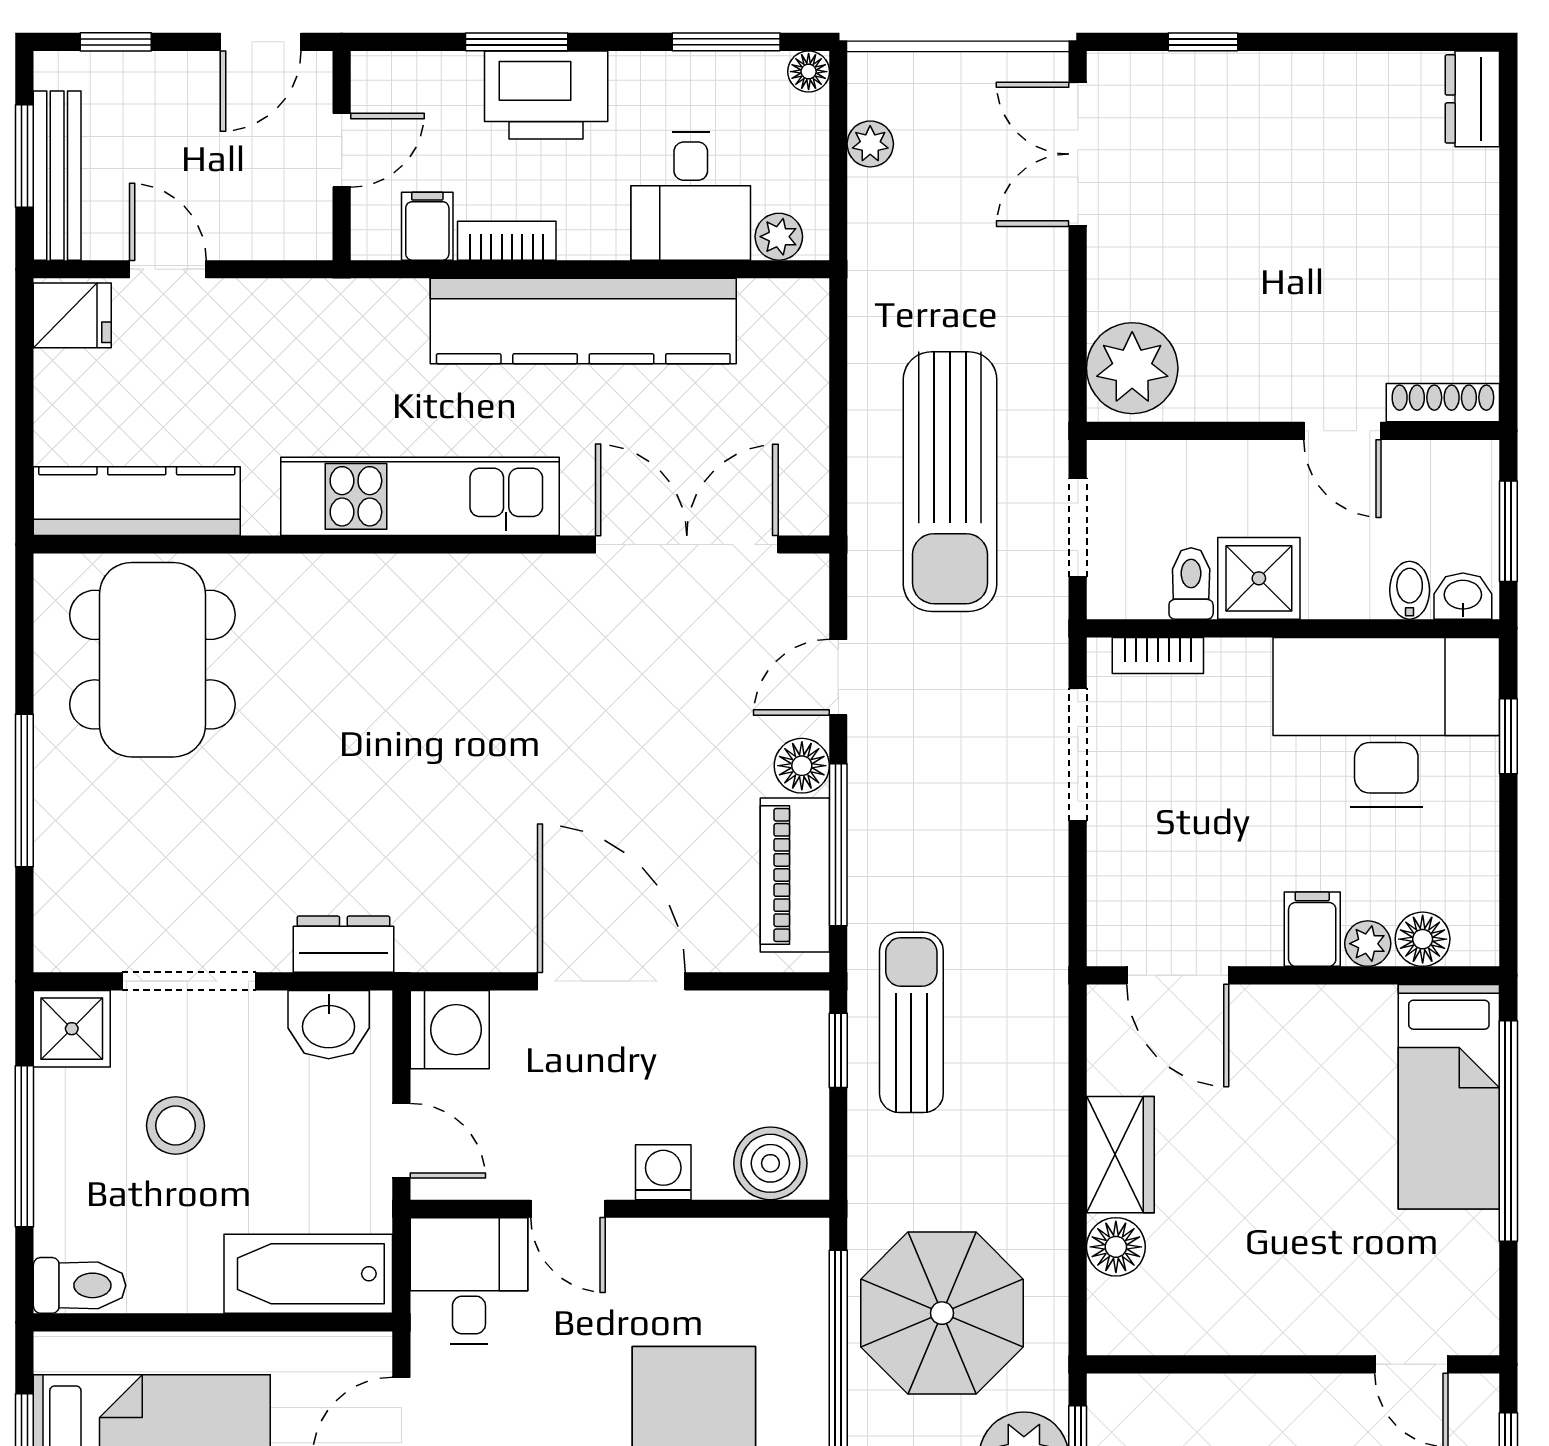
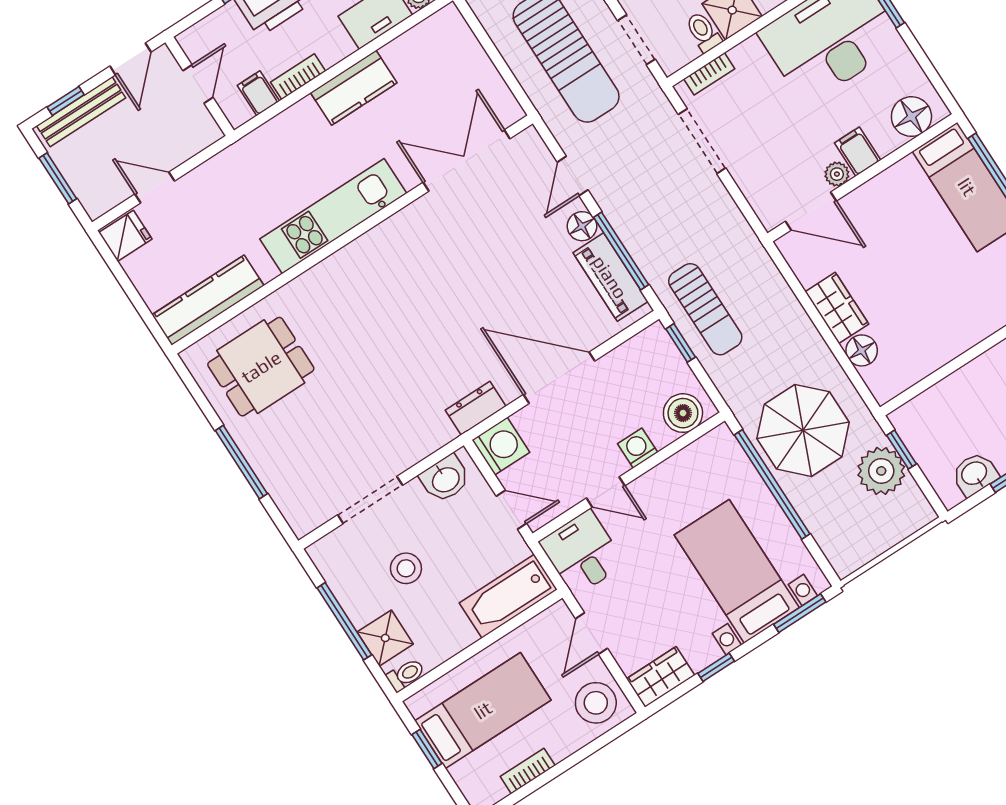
bench: (57, 176) -> (81, 112), moved, turned 90
kitchen counter: (583, 321) -> (354, 88), width x0.48, depth x0.86
dining table: (152, 660) -> (261, 367), width x0.73
floor lamp: (1423, 939) -> (911, 117), width x1.38, depth x1.38
dresser: (343, 944) -> (476, 408), moved
plant: (1368, 944) -> (837, 174), moved
sun lounger: (911, 1022) -> (705, 309), turned 180
shower: (72, 1029) -> (385, 638), moved
toilet: (80, 1285) -> (406, 675), width x0.73, depth x0.72

